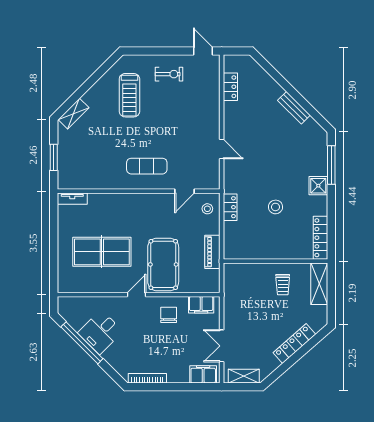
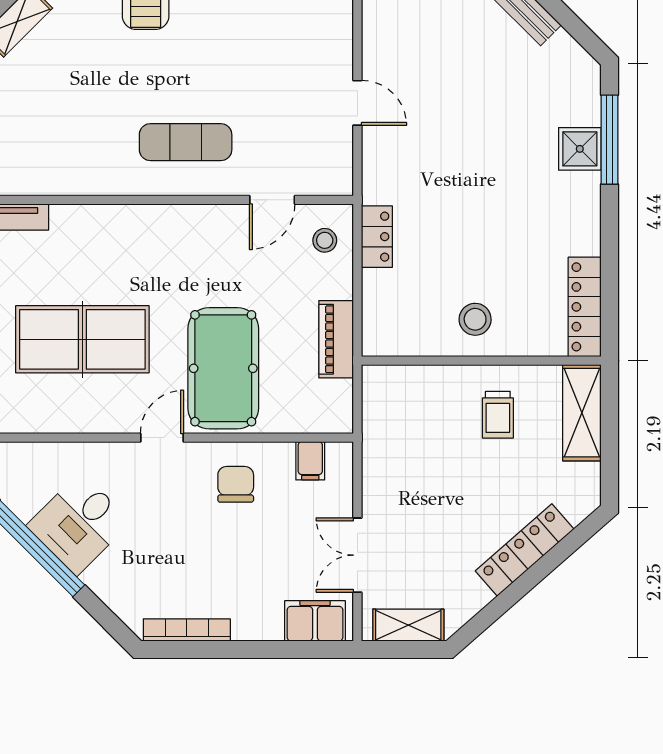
shower: (318, 186) -> (580, 149), moved
stool: (275, 207) -> (475, 319), moved
filing cabinet: (201, 305) -> (310, 461), width x0.50

